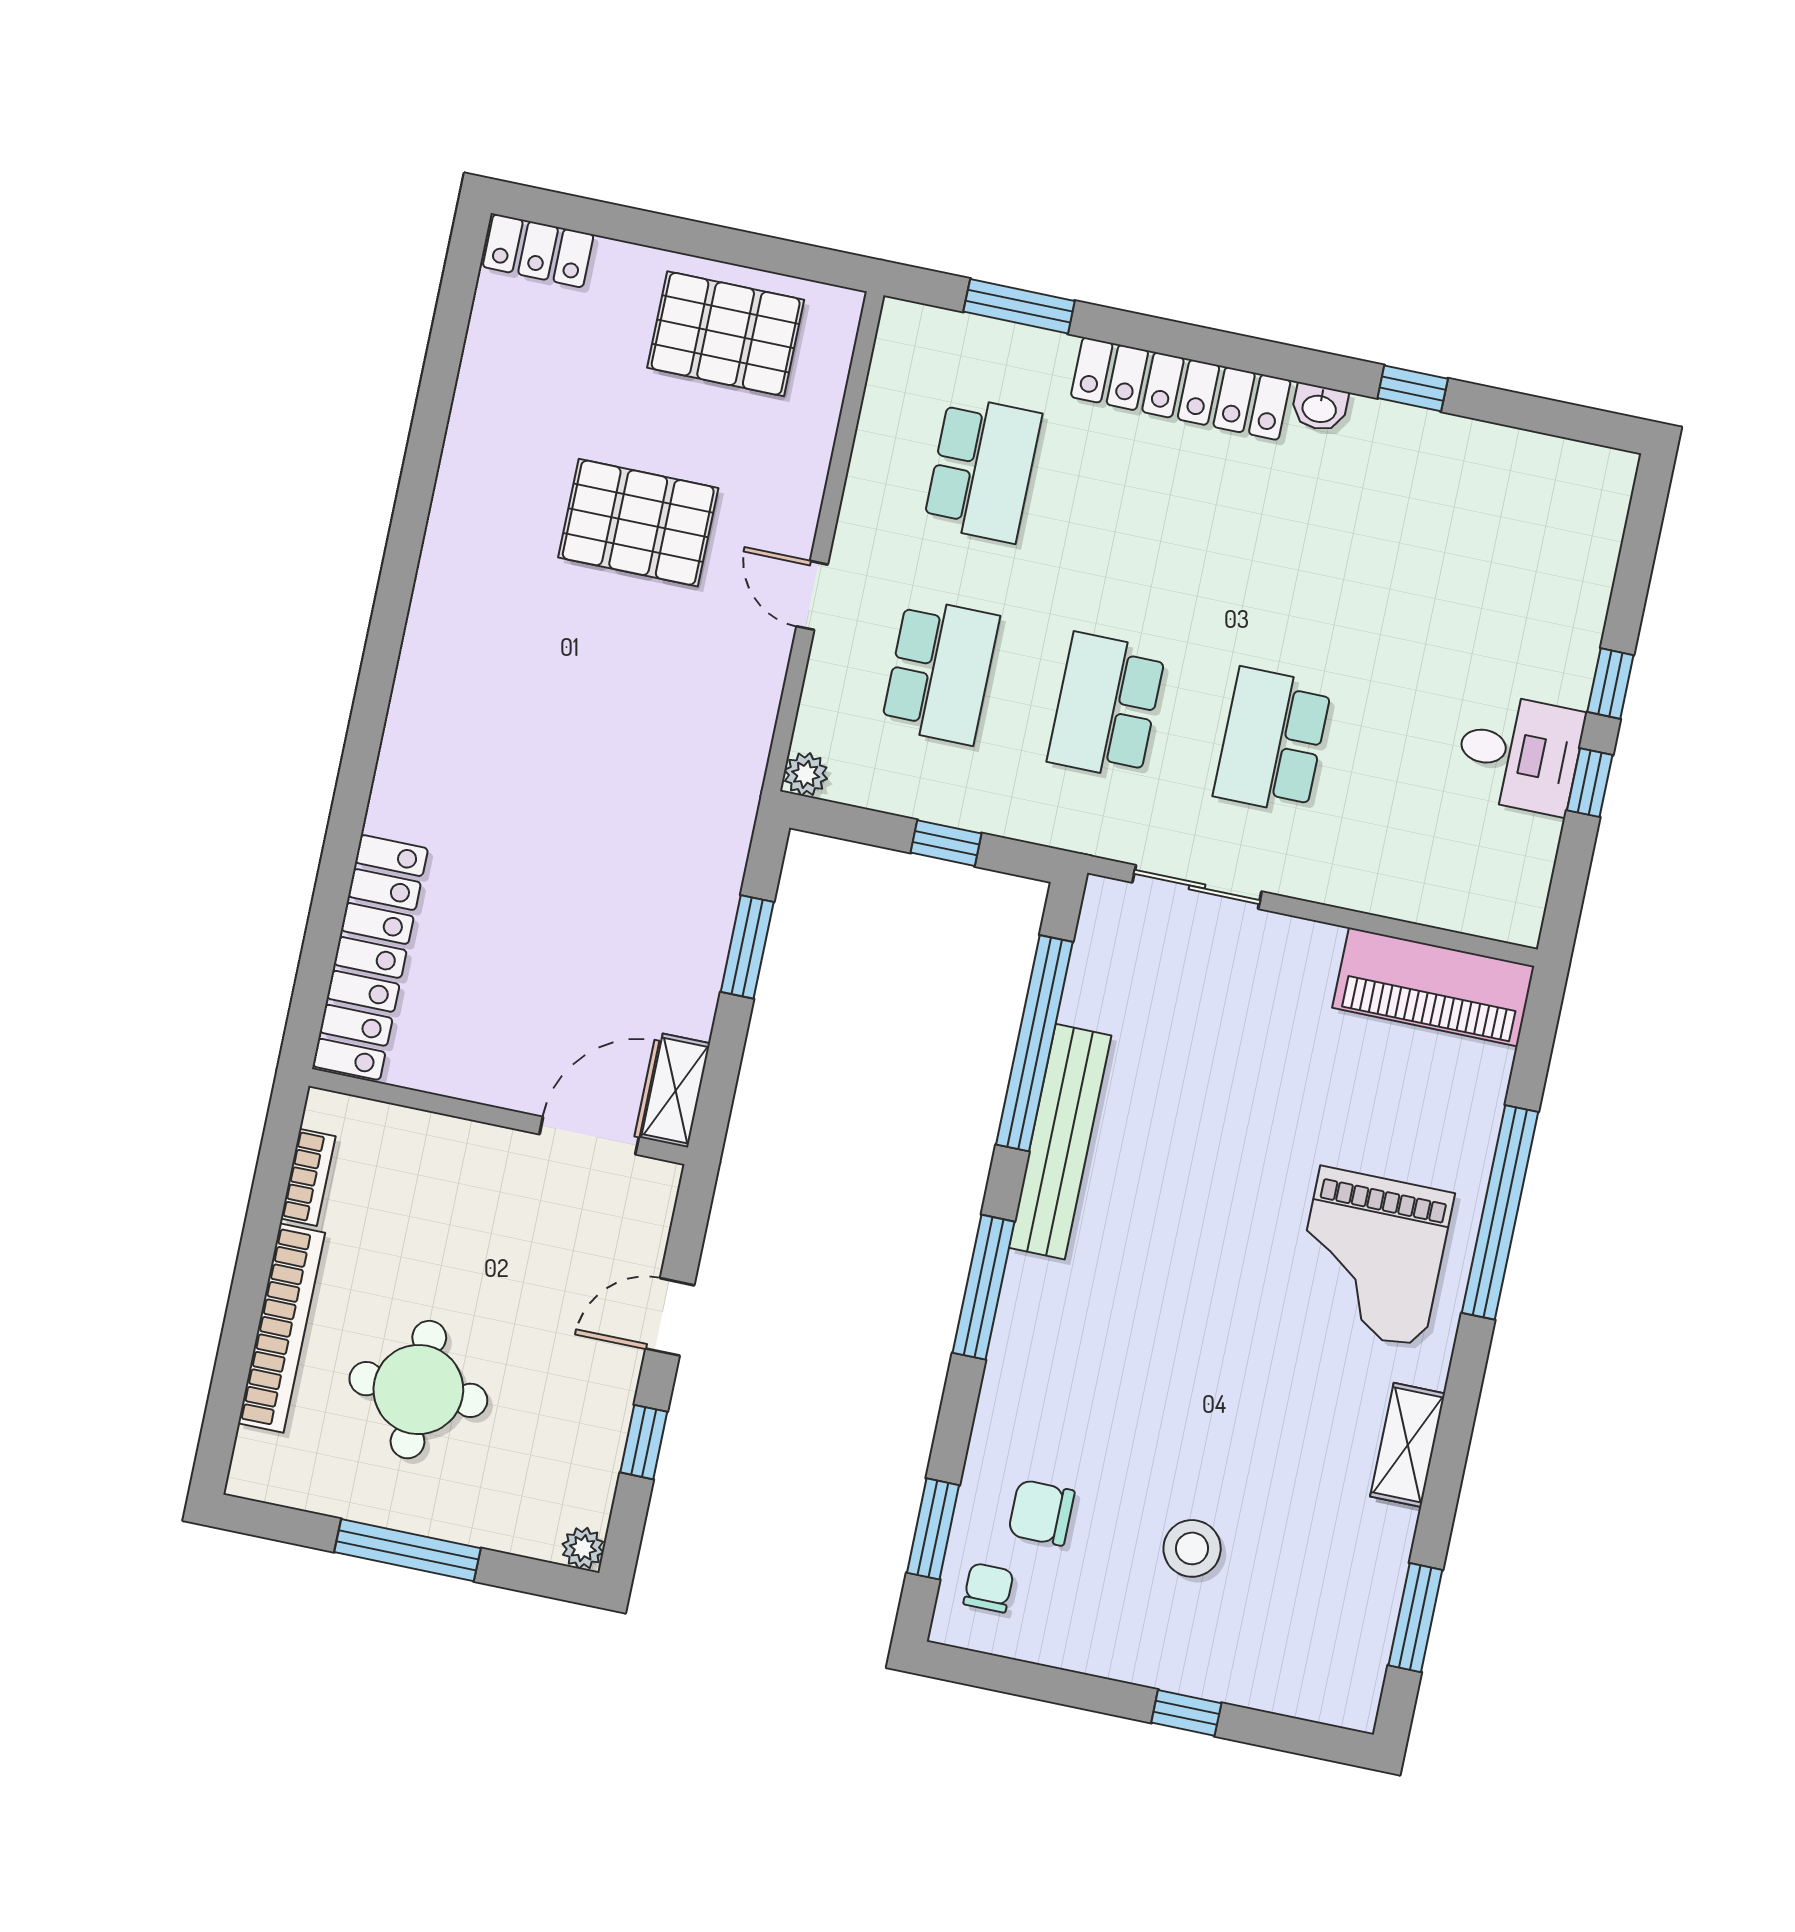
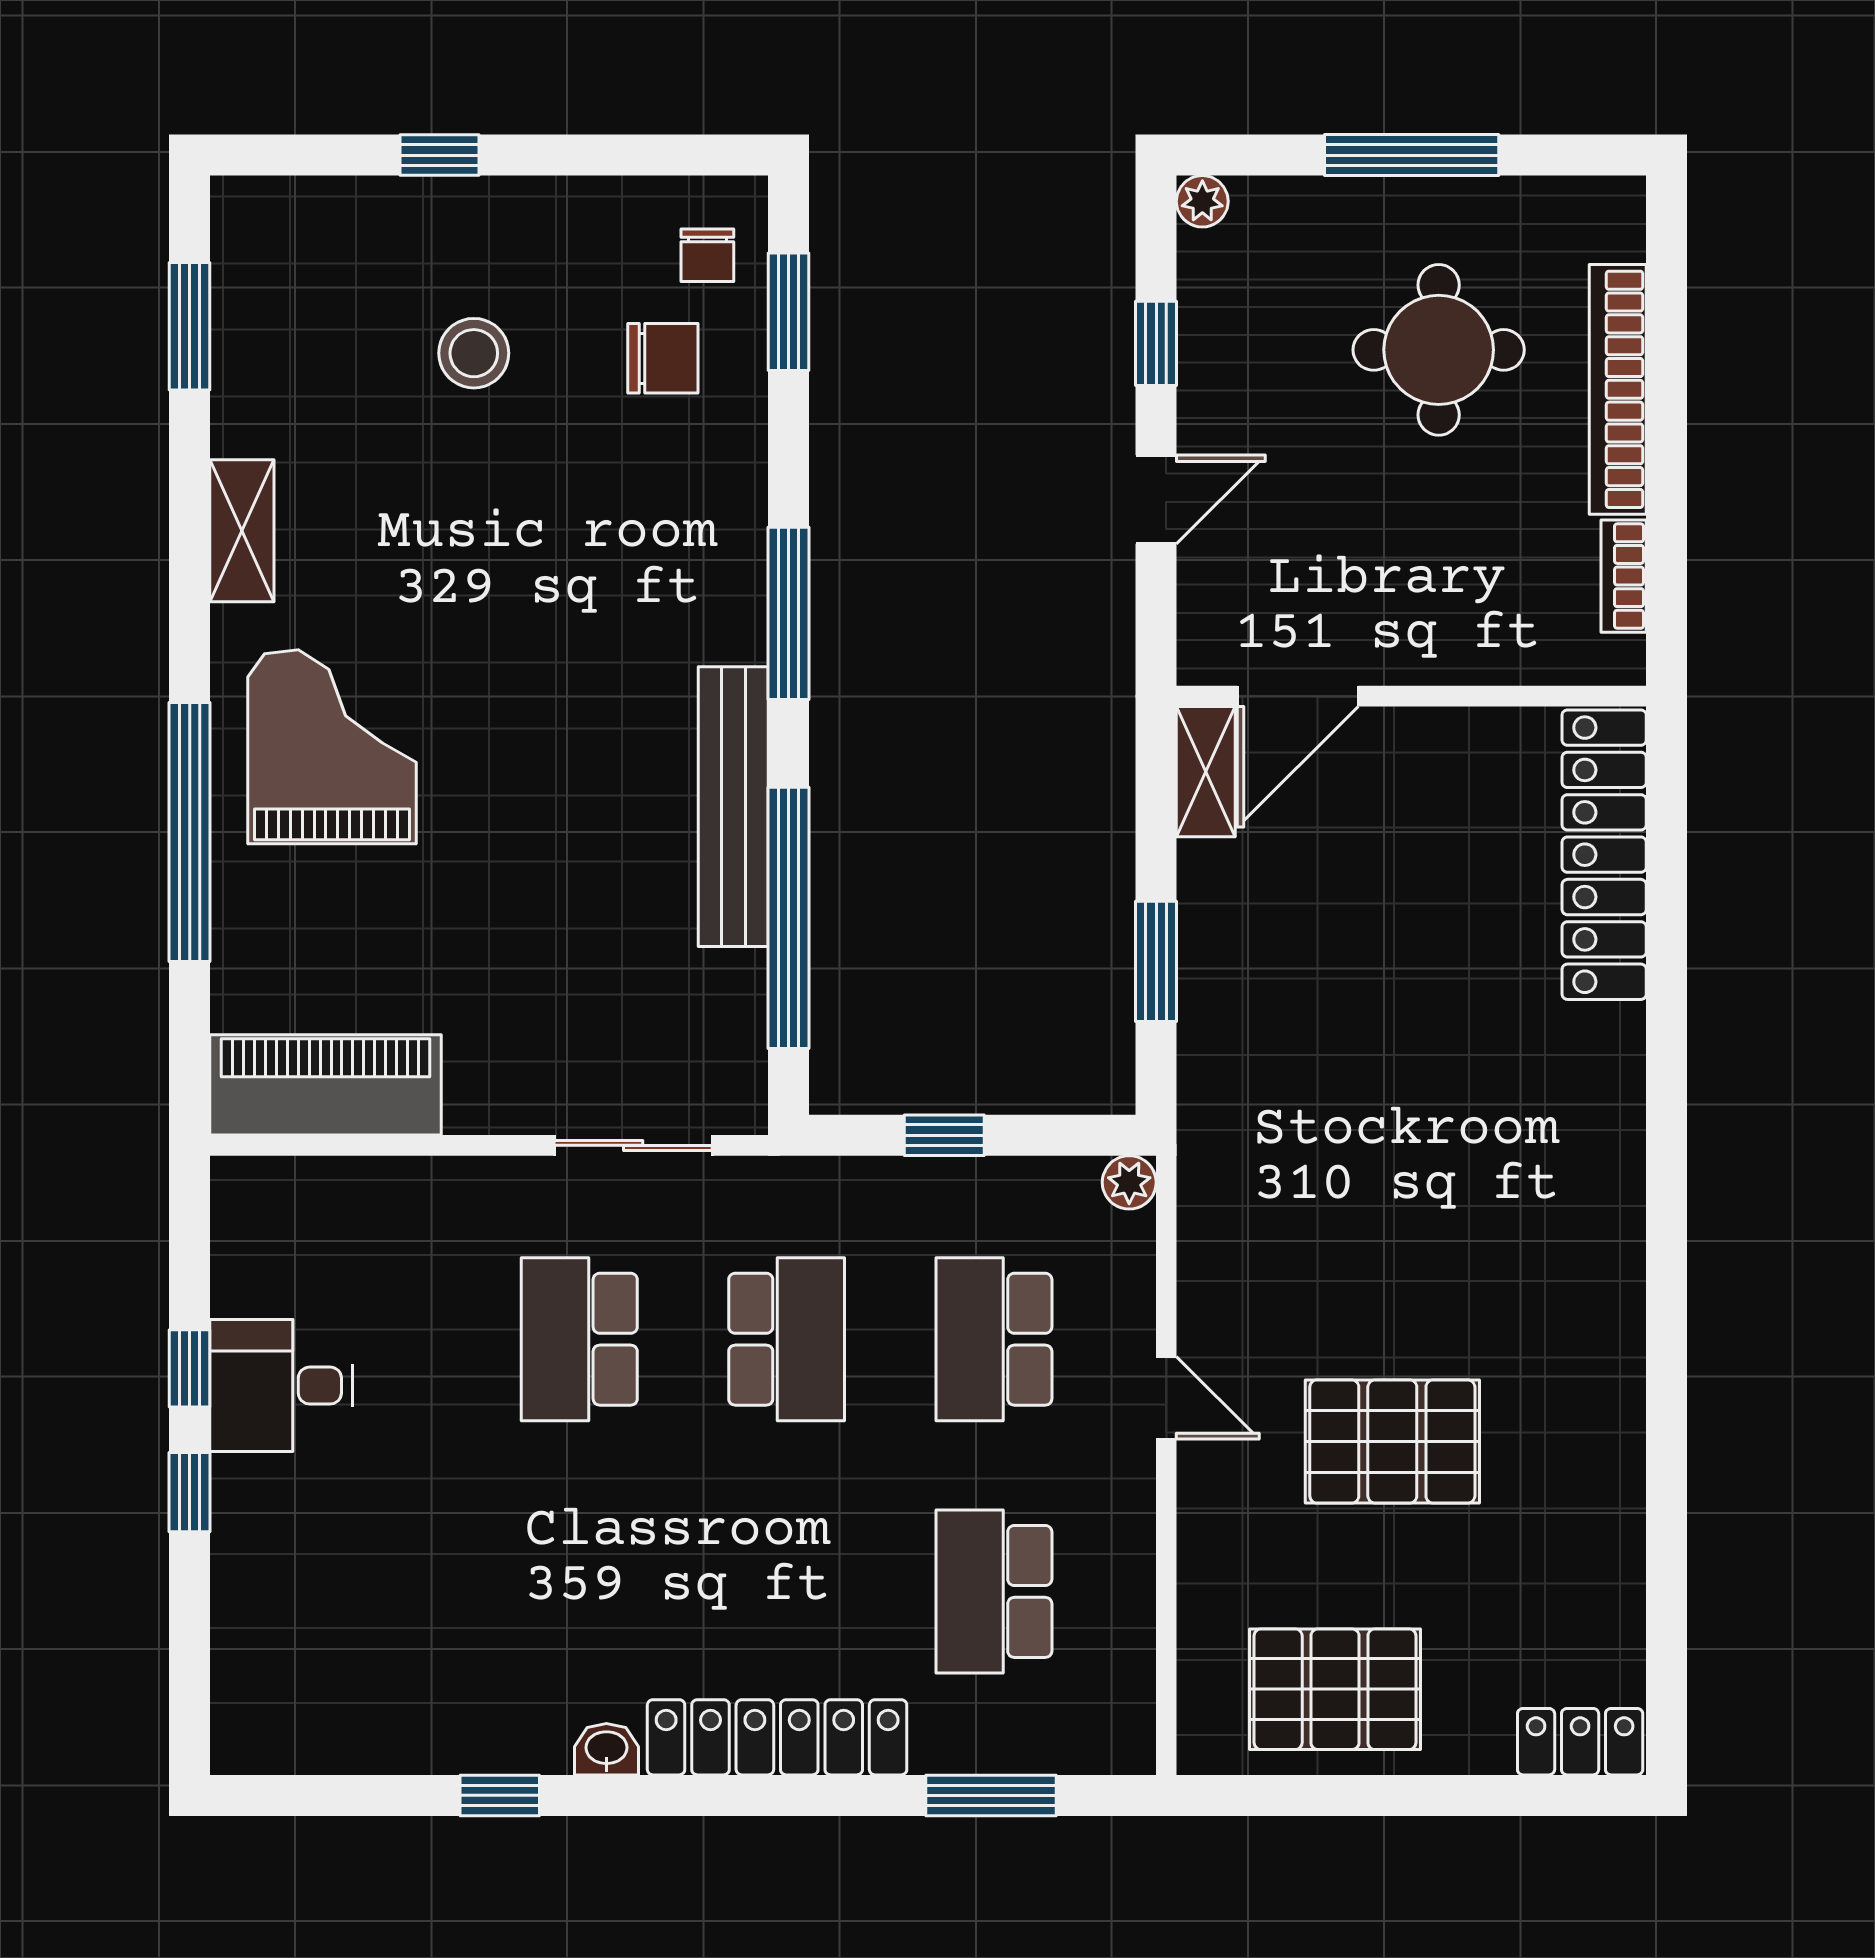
school desk: (1273, 741) -> (579, 1339), turned 180

